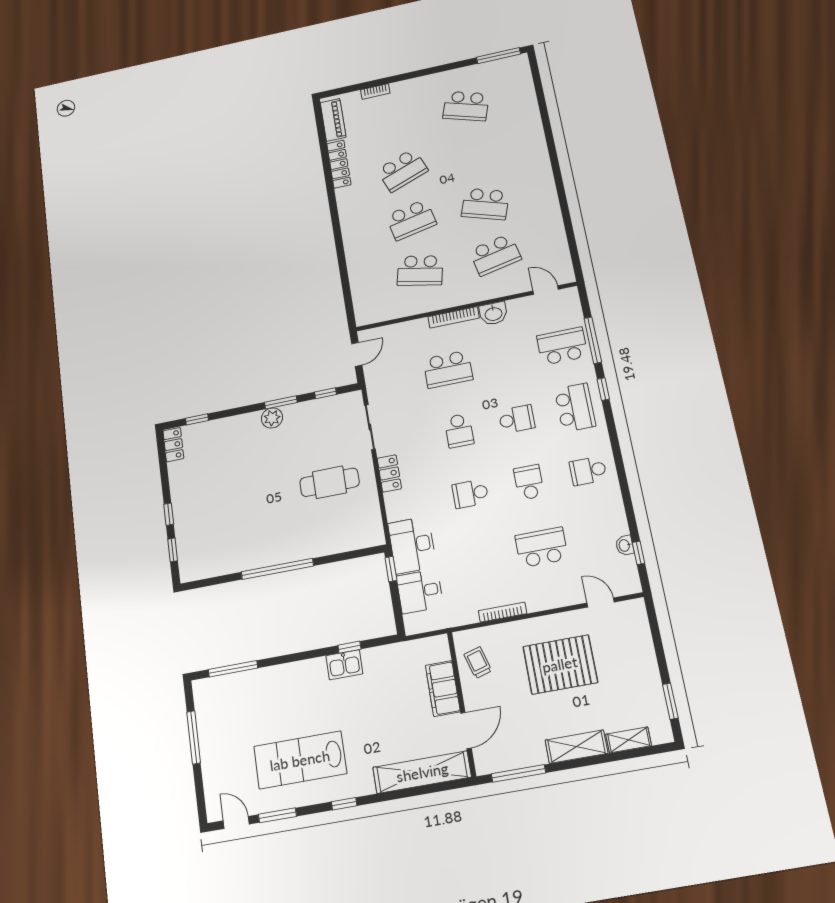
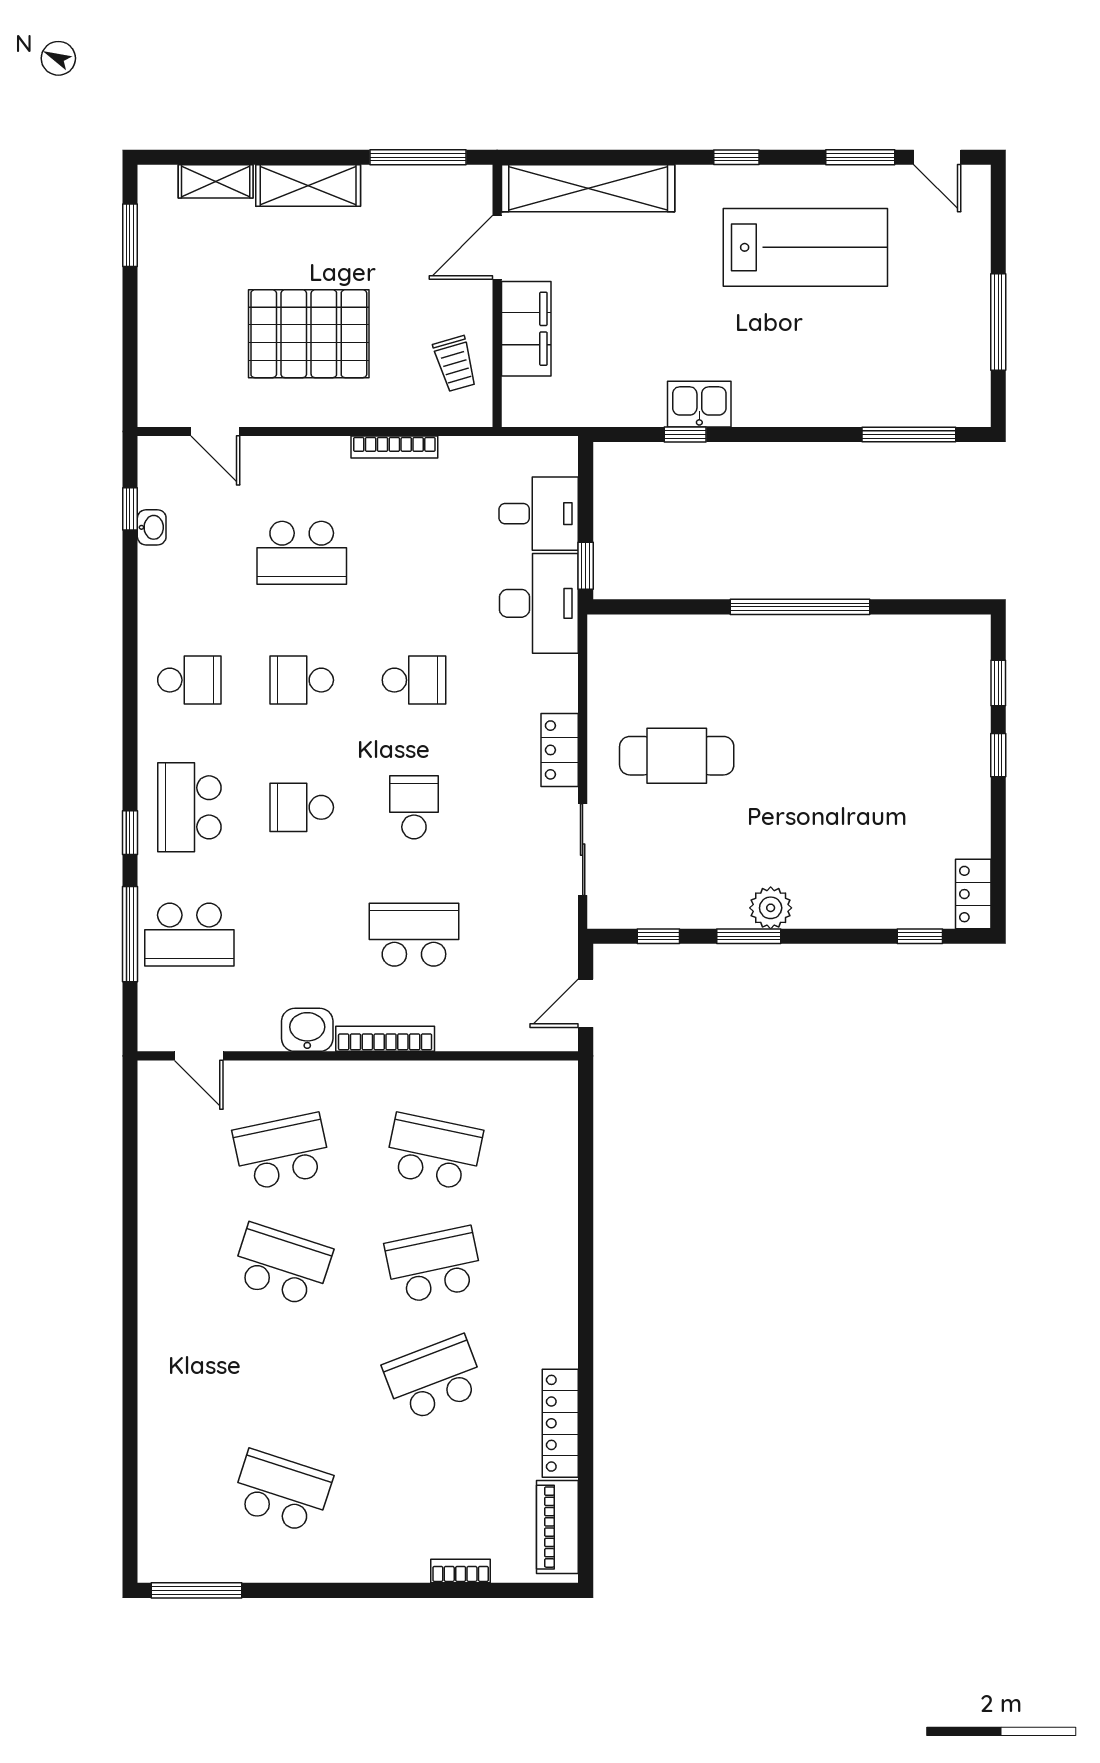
school desk: (529, 482) -> (302, 680), turned 90

